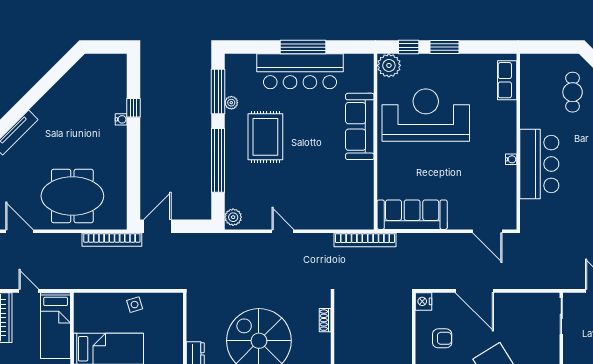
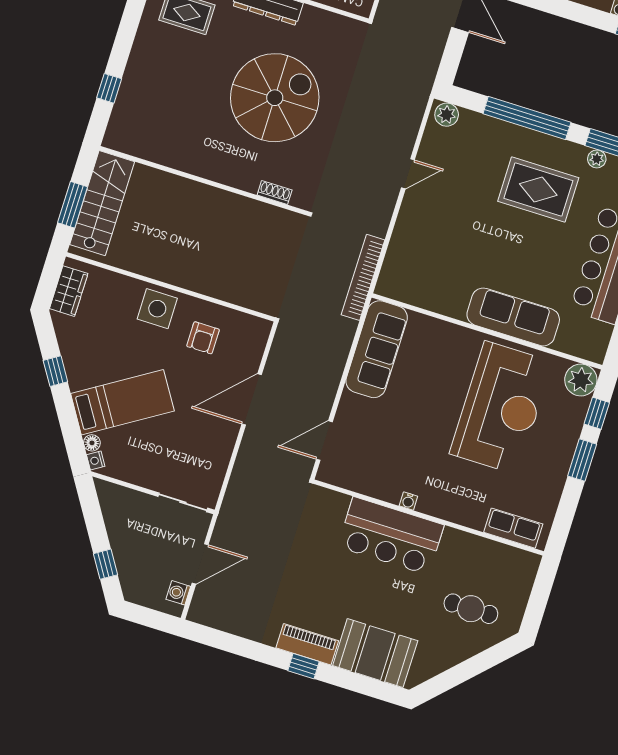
nightstand: (424, 301) -> (259, 329), removed

